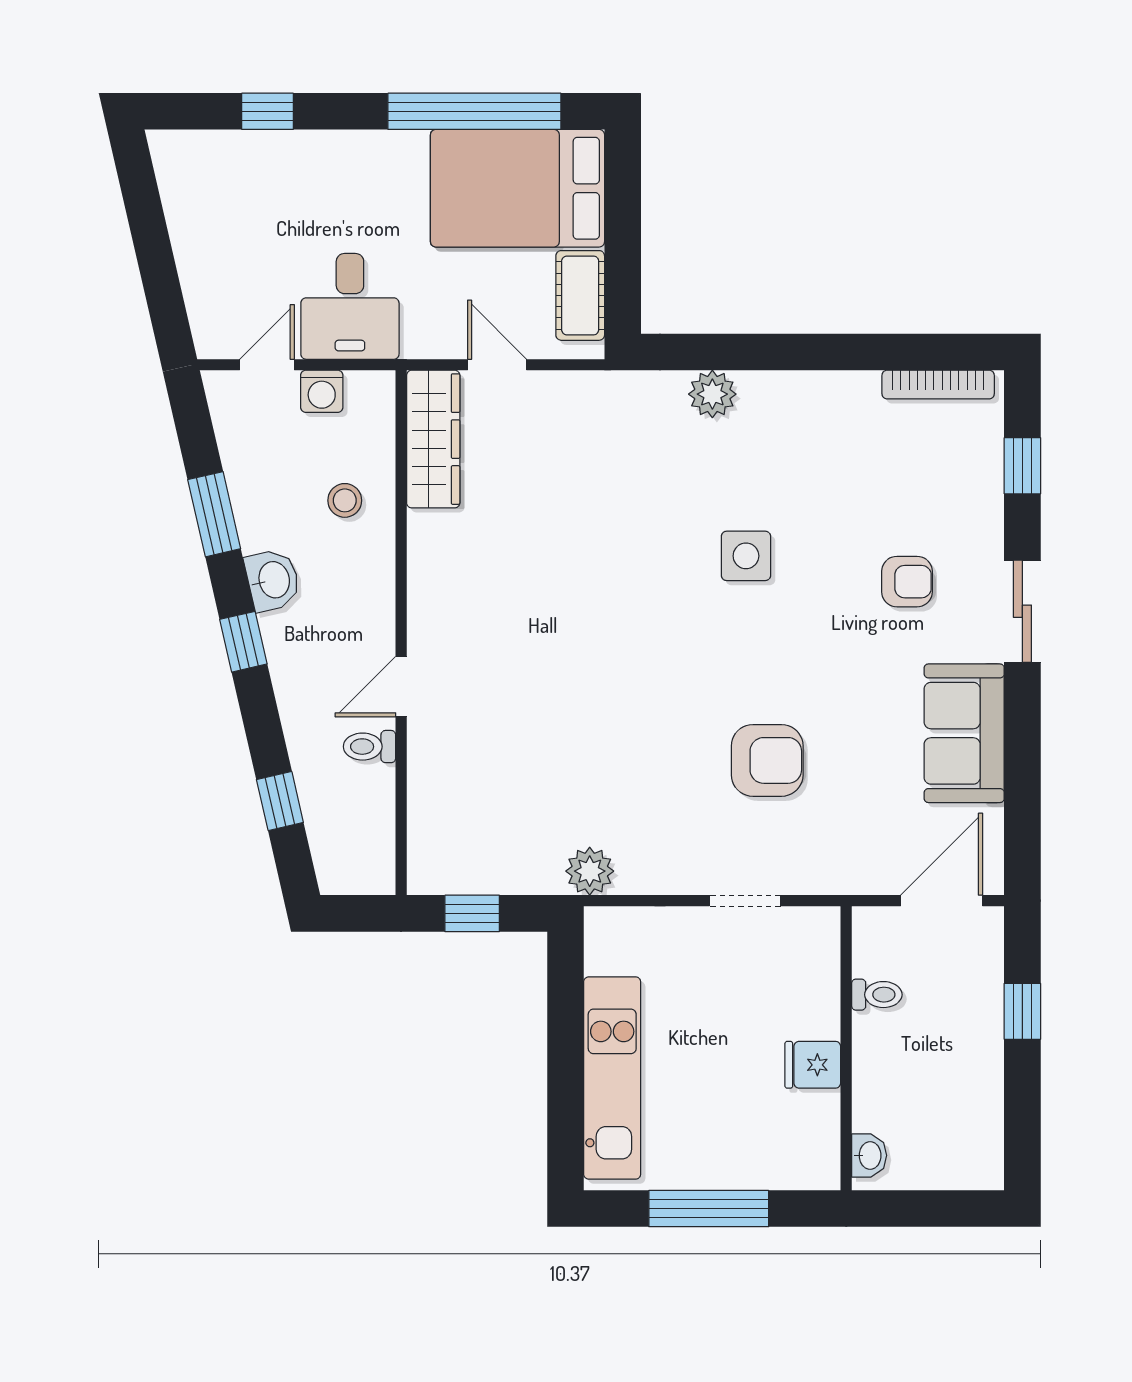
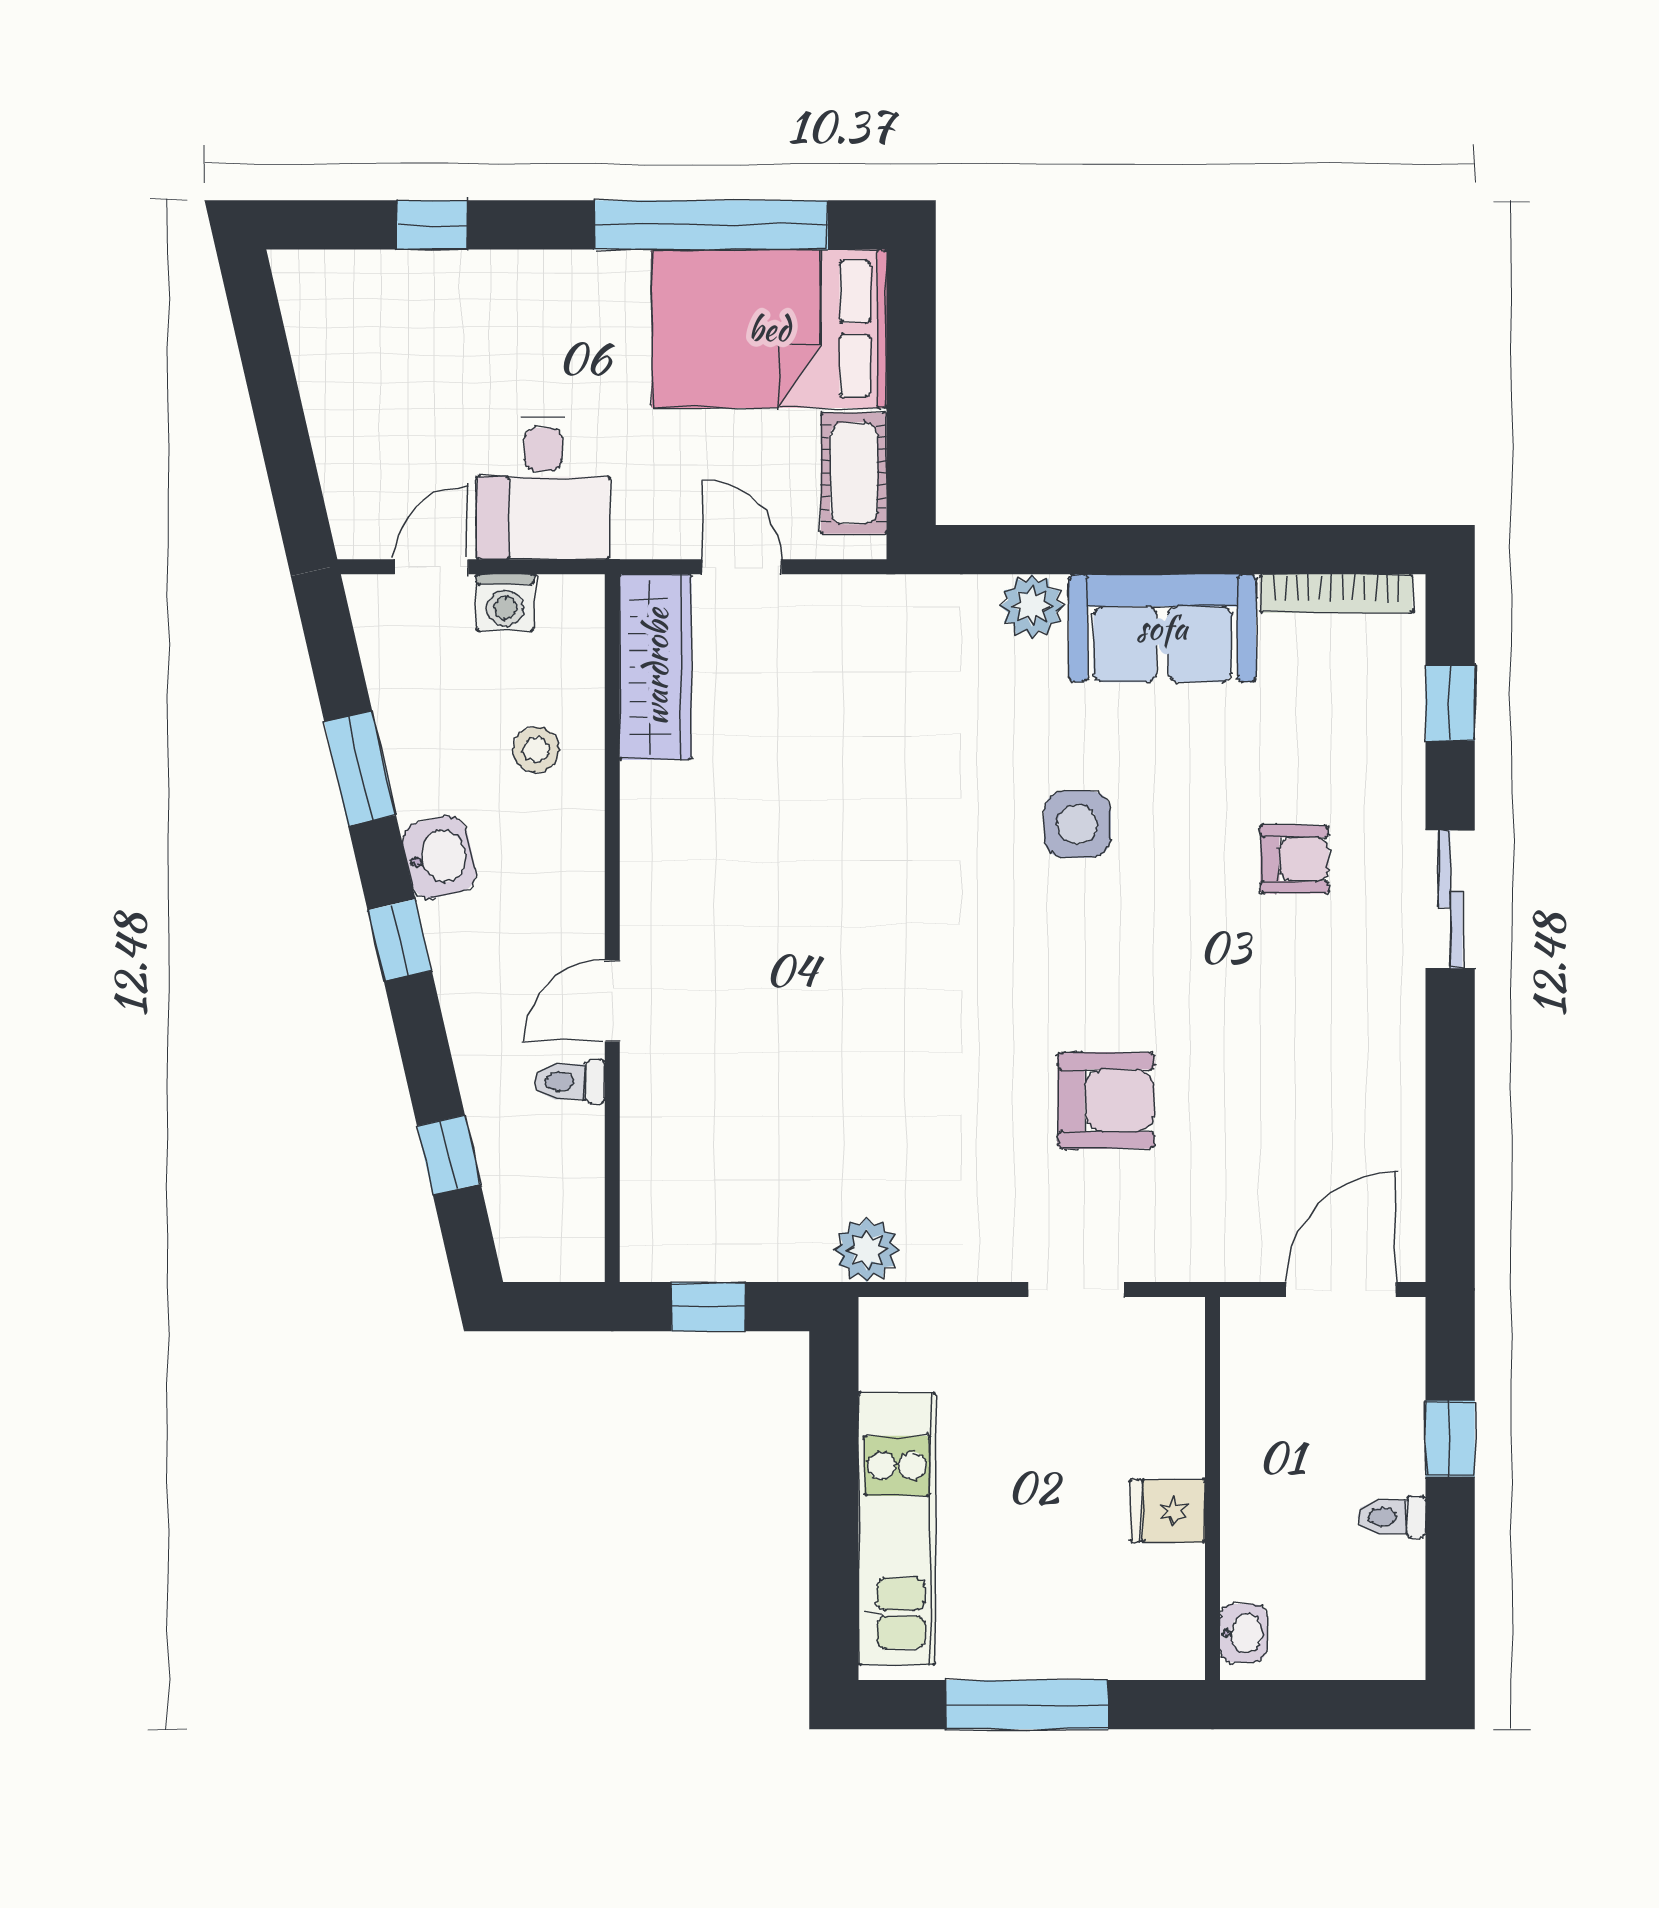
sofa: (964, 733) -> (1162, 628), moved, turned -90
toilet: (877, 995) -> (1392, 1517), moved, turned 180

